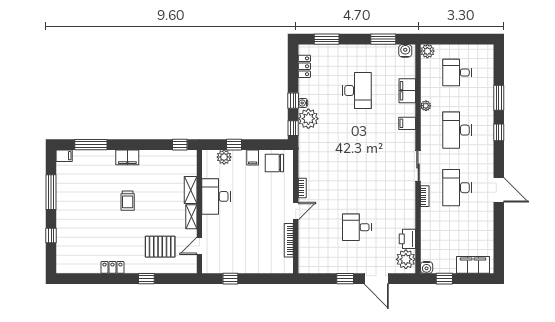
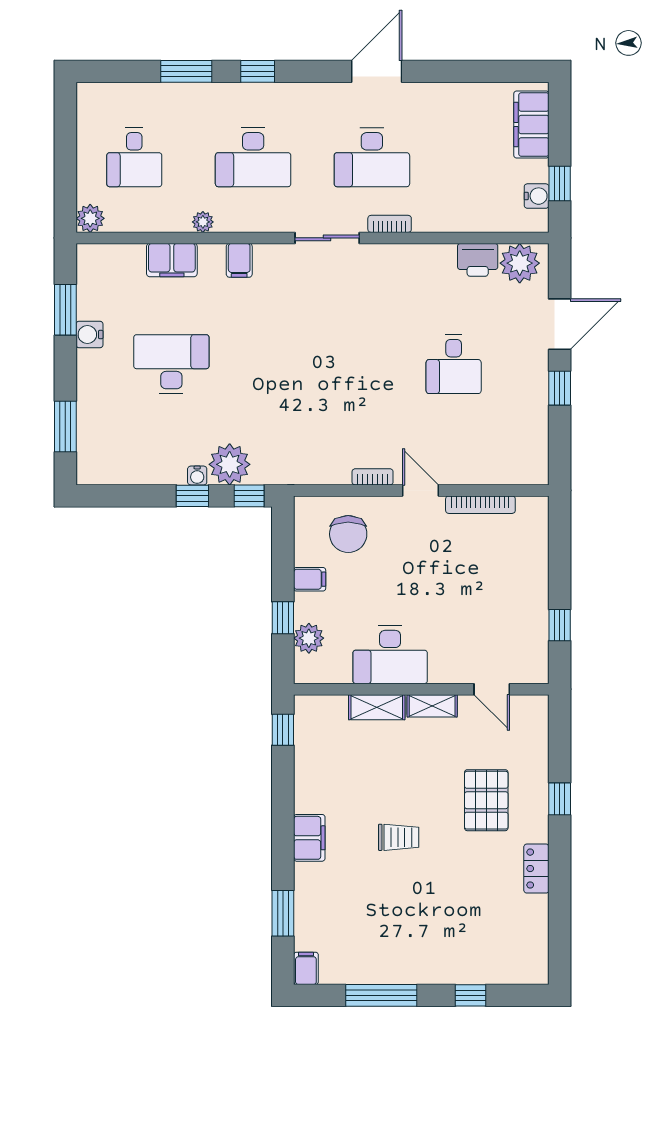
water cooler: (405, 51) -> (89, 334), moved
locker: (304, 66) -> (121, 473), removed
window: (91, 145) -> (283, 913), width x0.69
chair: (274, 163) -> (348, 534), moved
pallet: (160, 247) -> (486, 800), moved
water cooler: (427, 267) -> (537, 196), moved

